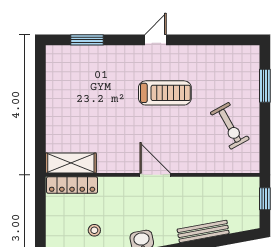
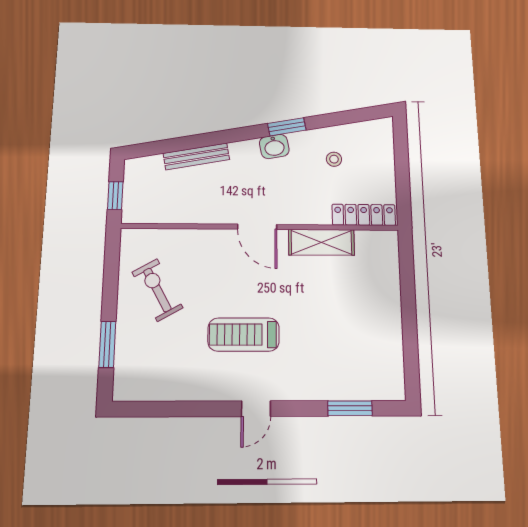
shelving: (71, 163) -> (321, 242), moved

